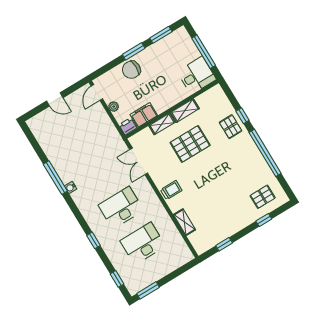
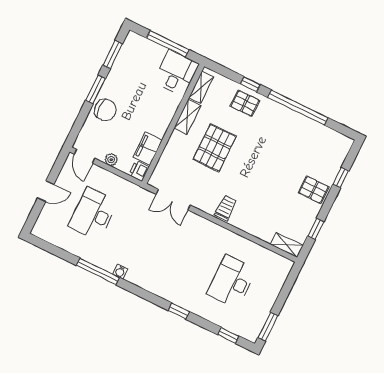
chair: (131, 70) -> (105, 110), turned -90
shelving: (162, 124) -> (201, 87), moved
pallet: (263, 197) -> (314, 190), moved, turned 90
desk: (121, 208) -> (93, 214), moved
shelving: (185, 222) -> (287, 245), moved

